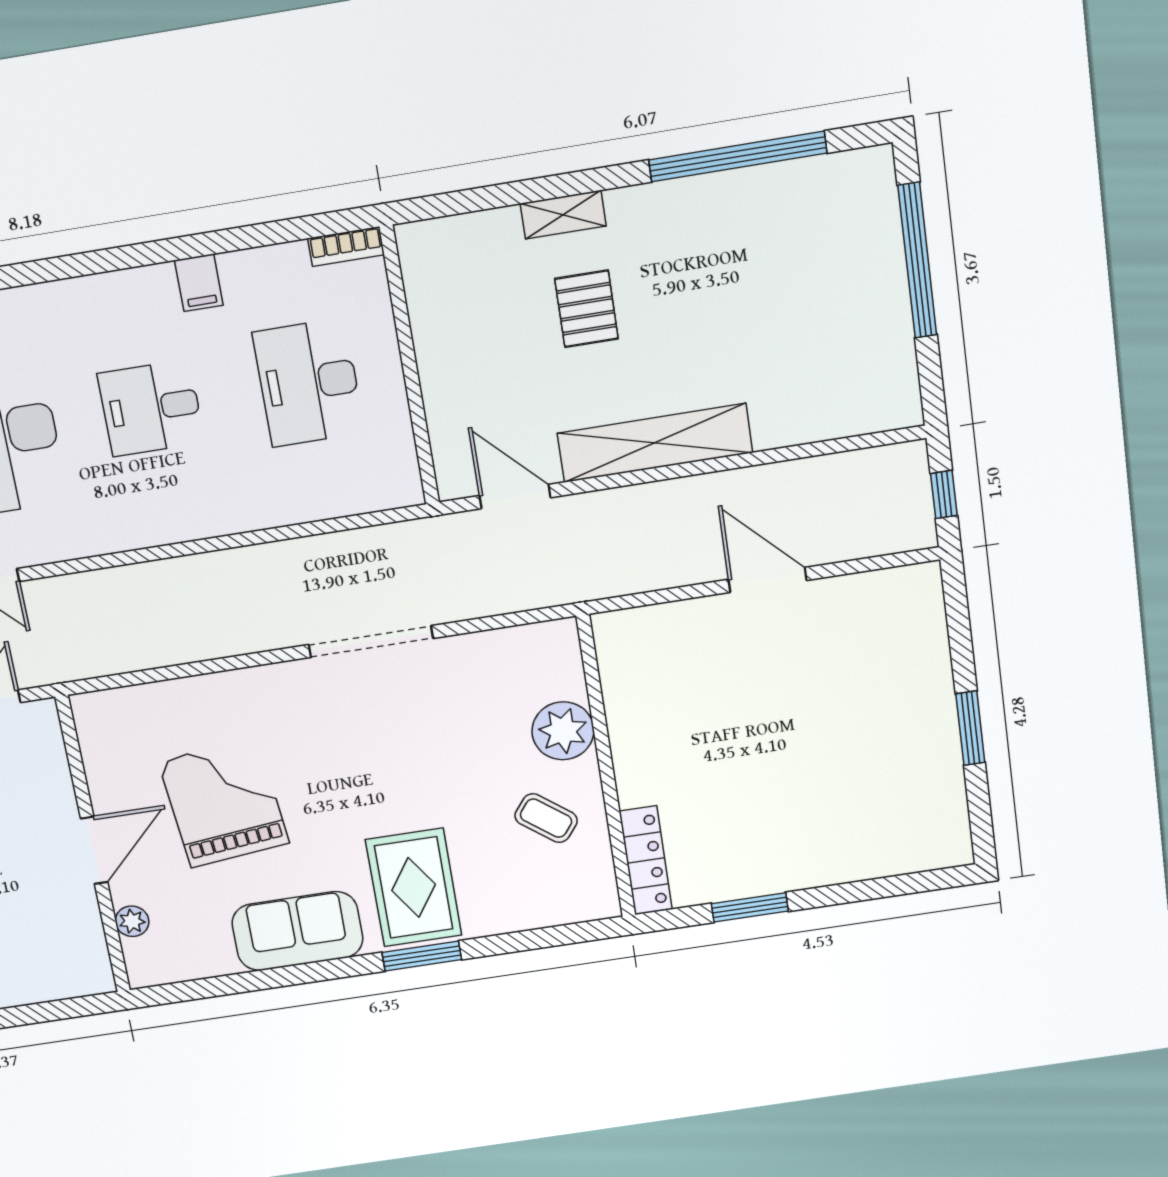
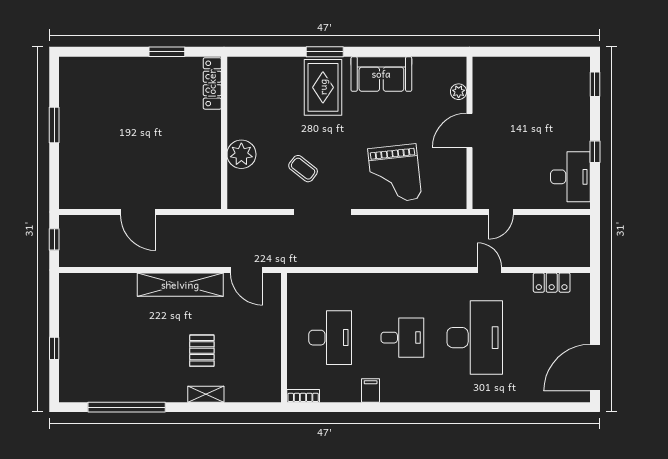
window: (917, 260) -> (54, 348), width x0.32
grand piano: (224, 802) -> (395, 174), moved
coffee table: (546, 818) -> (303, 169), moved

